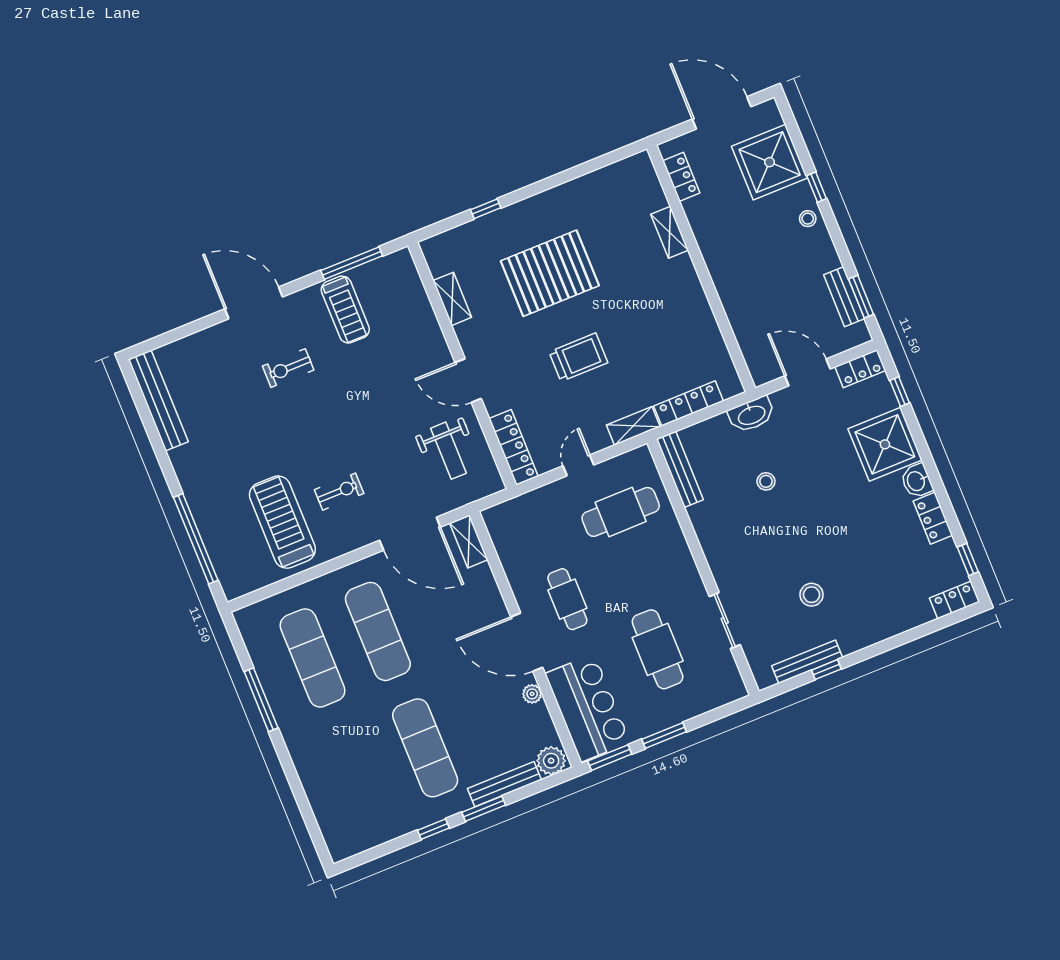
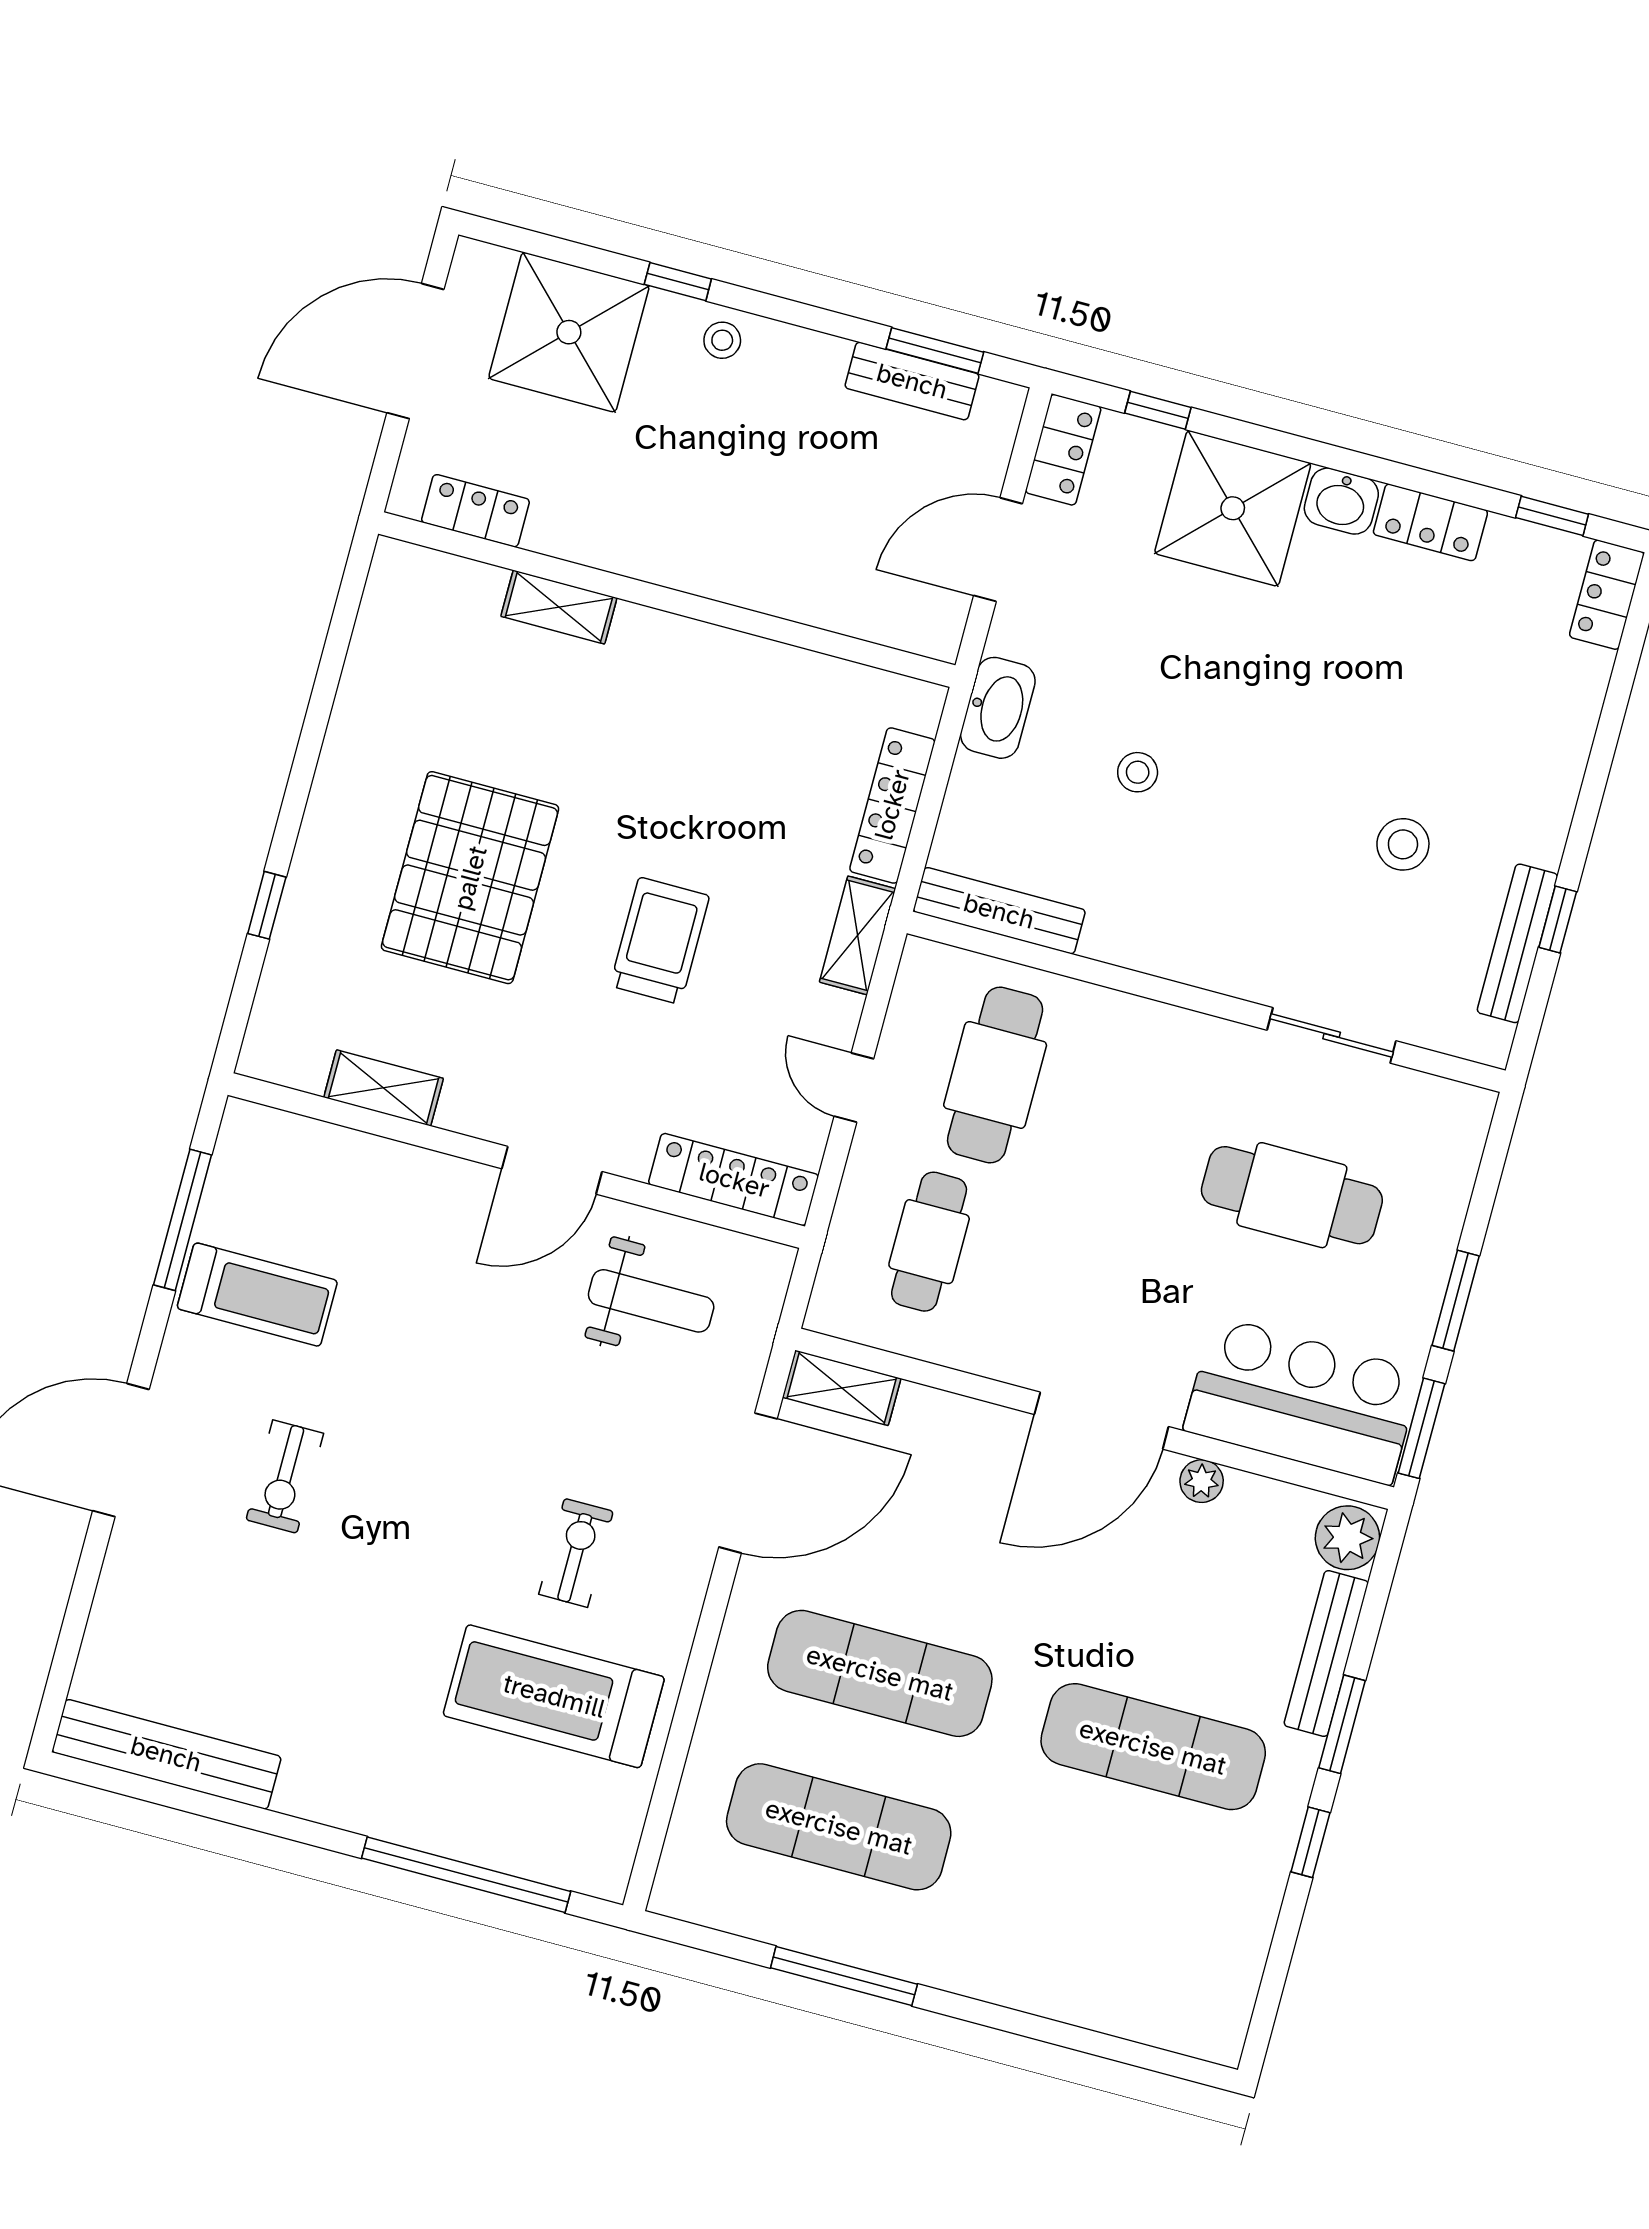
cafe table: (567, 599) -> (929, 1242), moved, turned 90

